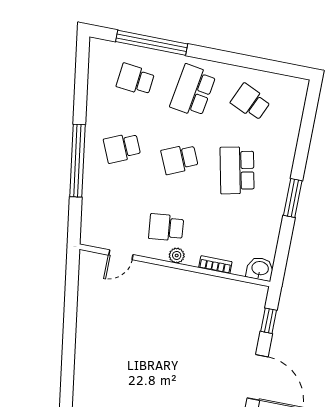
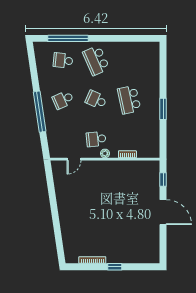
school desk: (193, 91) -> (96, 60), turned -33
school desk: (251, 102) -> (129, 60), removed
school desk: (180, 159) -> (96, 100), turned 48
washbasin: (260, 269) -> (153, 152), removed

